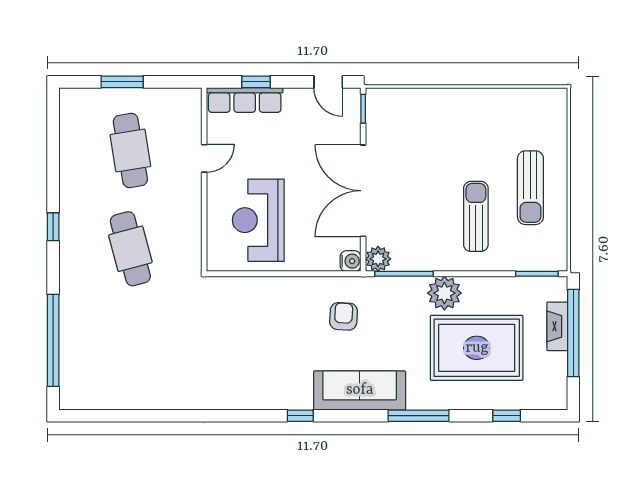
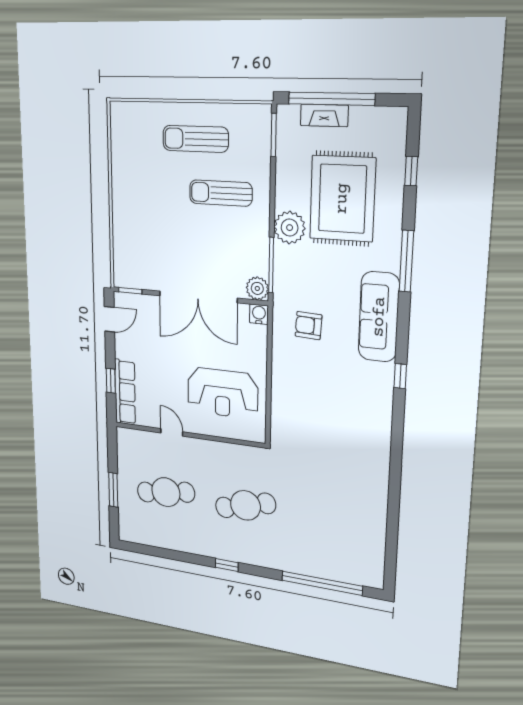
sun lounger: (530, 188) -> (195, 139), turned 180

